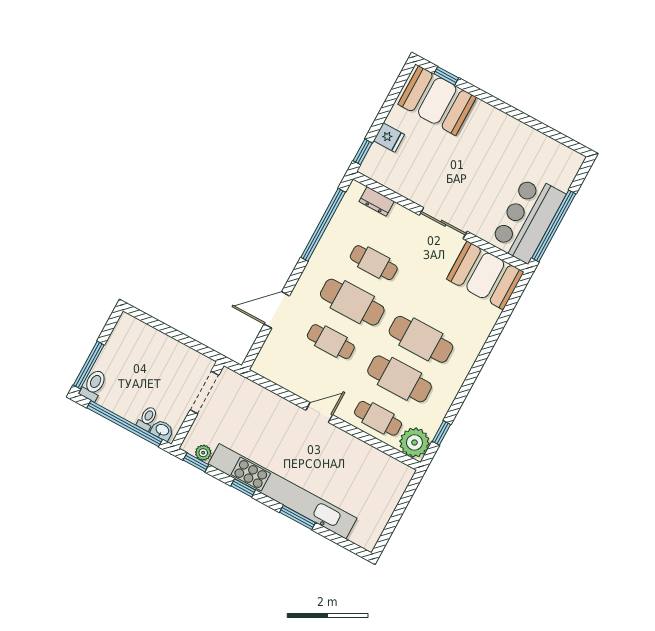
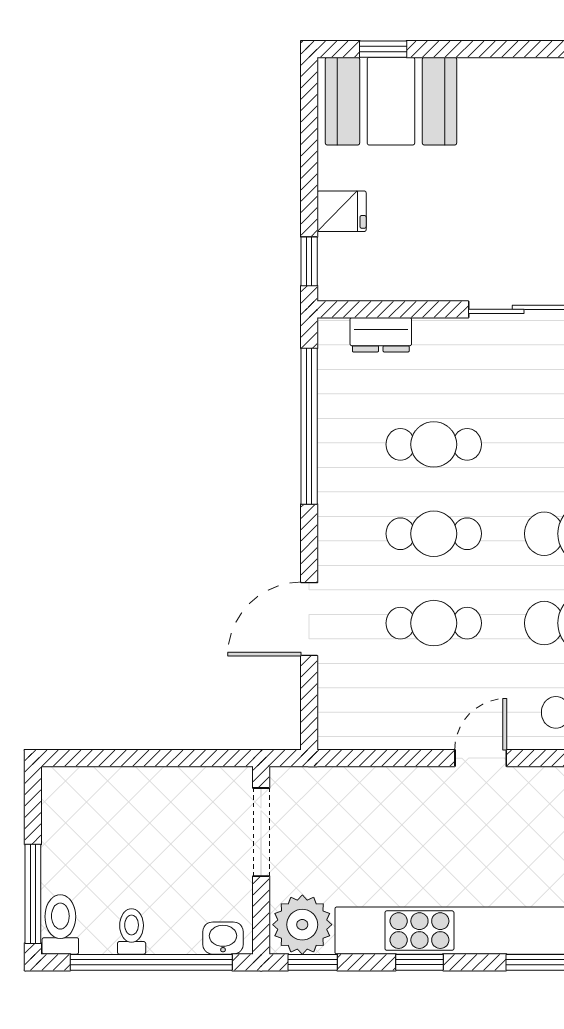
cafe table: (352, 302) -> (434, 534), width x0.73, depth x0.74
toilet: (147, 418) -> (132, 931), moved
plant: (203, 453) -> (302, 925), width x1.87, depth x1.87

